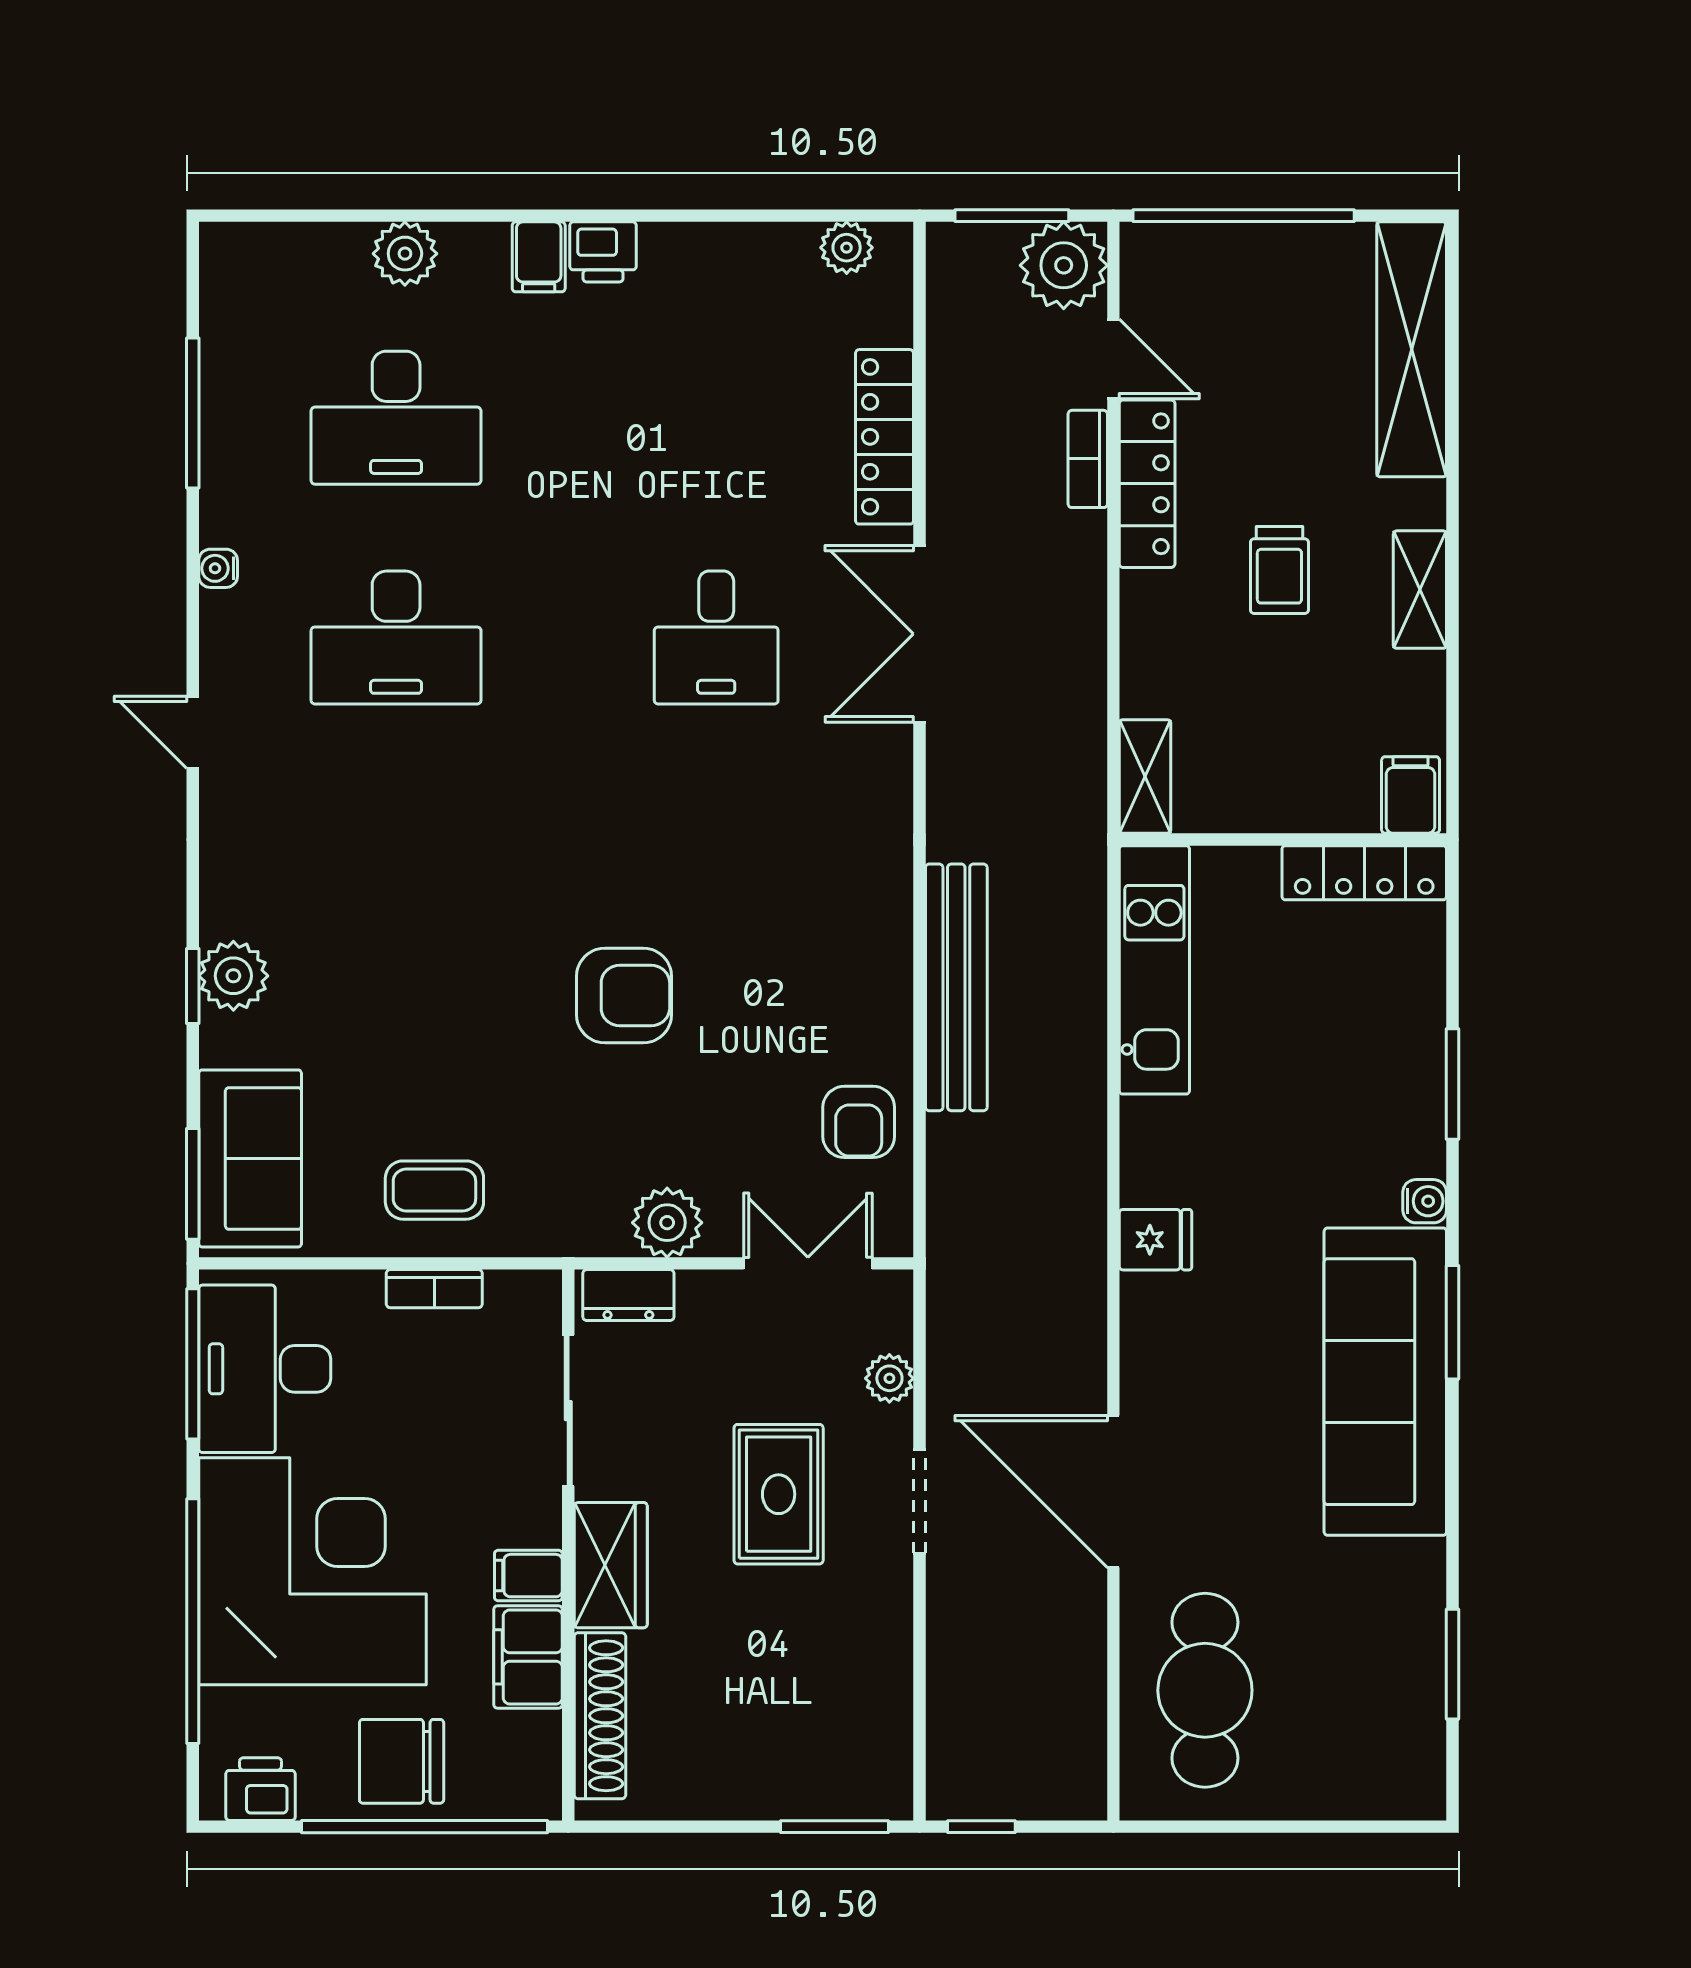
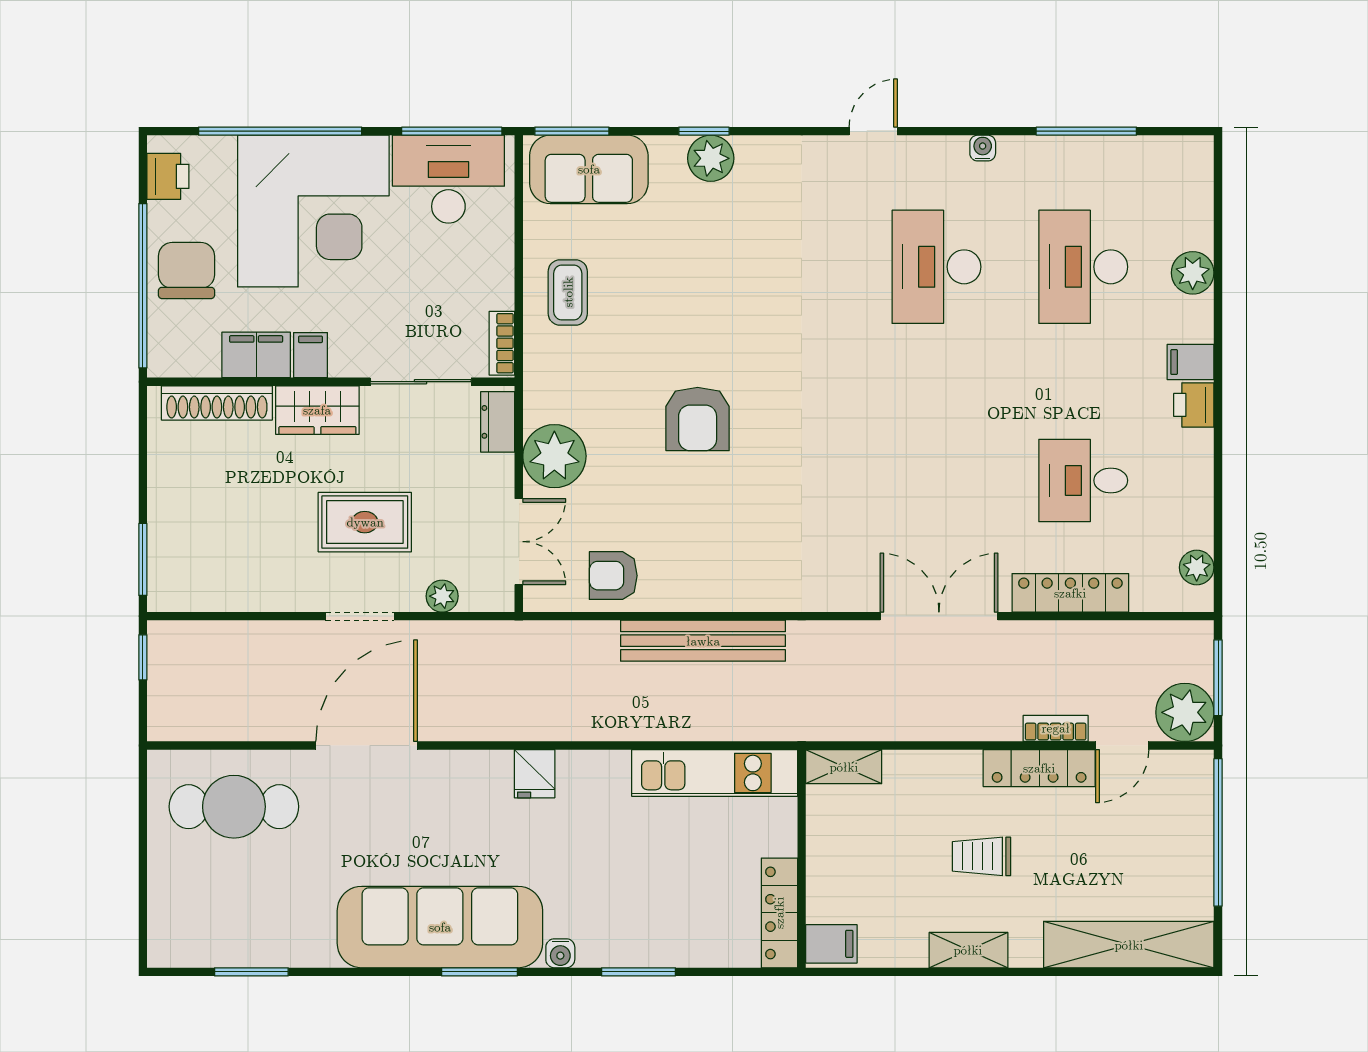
desk: (716, 637) -> (1083, 480), moved
plant: (667, 1223) -> (554, 456), width x1.36, depth x1.36
bookcase: (434, 1289) -> (502, 343), moved

